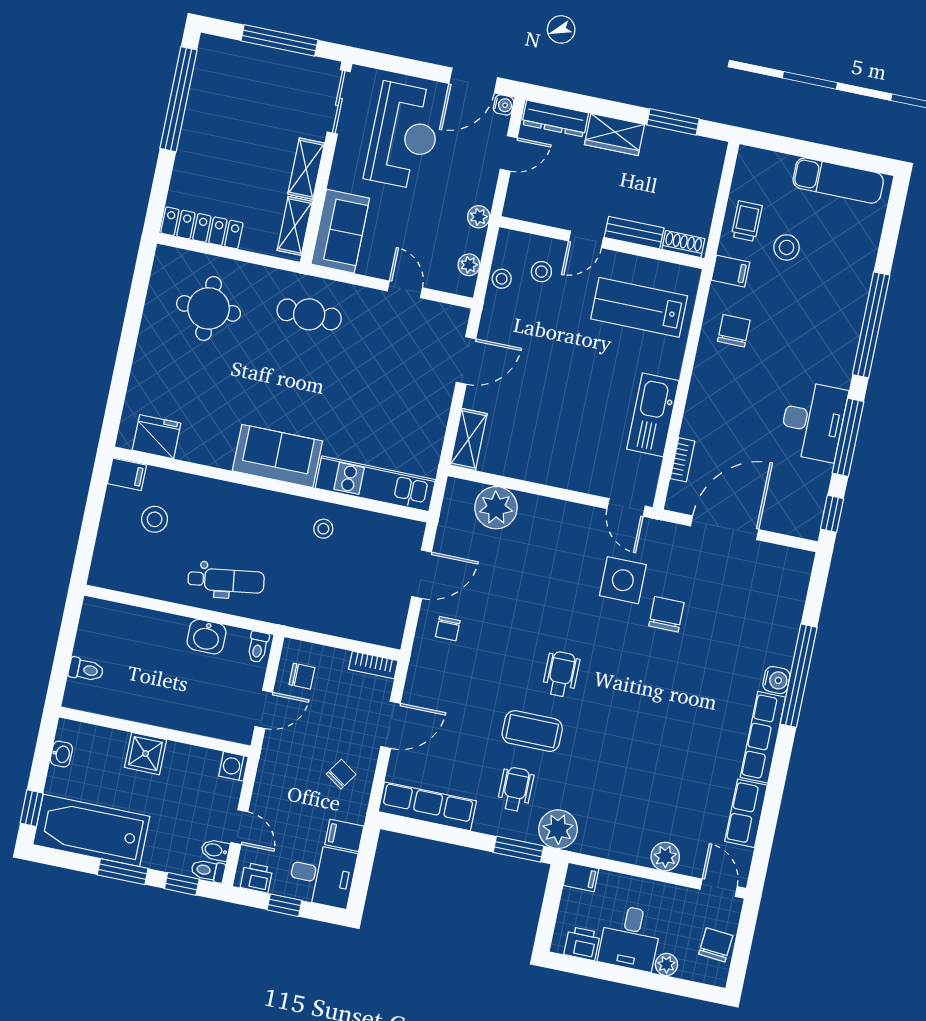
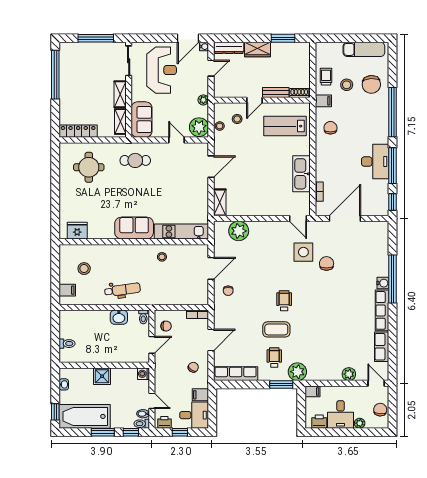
chair: (839, 257) -> (371, 84), added
plant: (469, 265) -> (199, 127), width x1.88, depth x1.88
filing cabinet: (127, 474) -> (67, 290), moved

